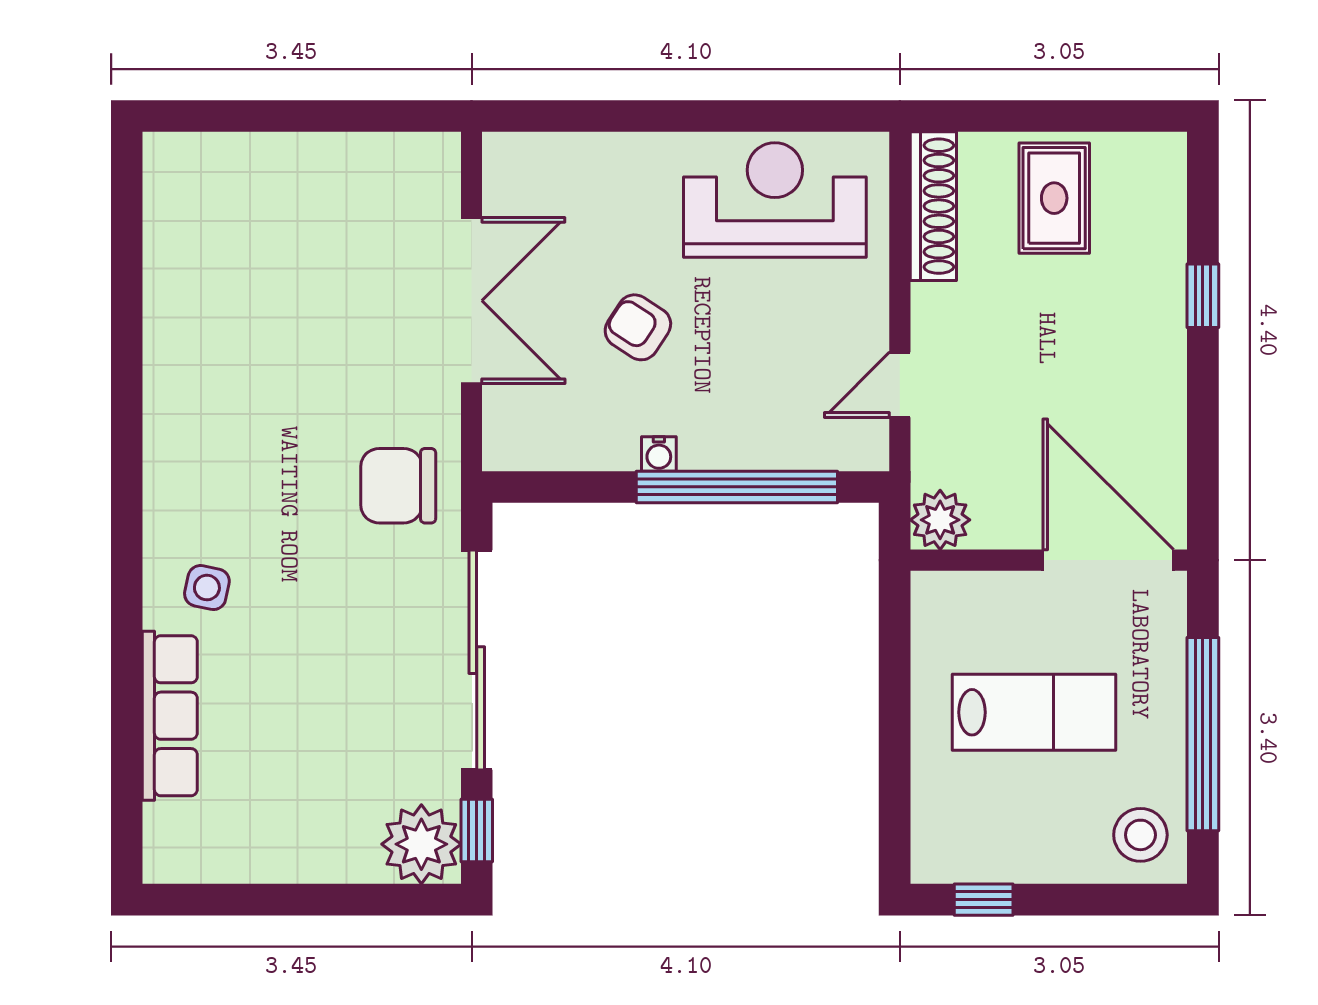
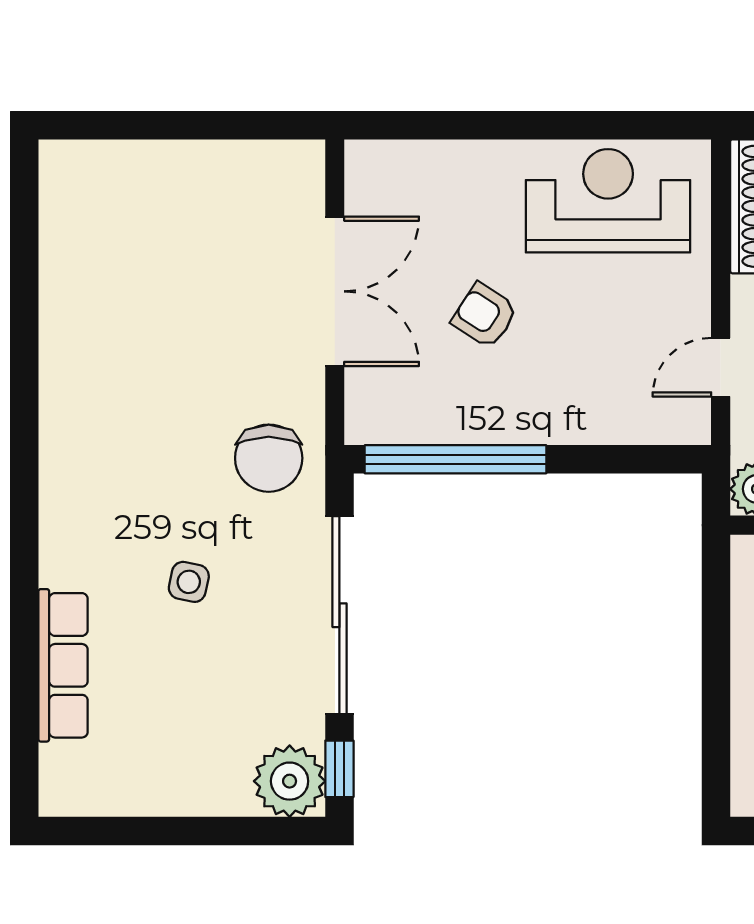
water cooler: (659, 454) -> (504, 430), removed
chair: (398, 486) -> (269, 458), turned -90
window: (737, 487) -> (455, 459), moved
side table: (207, 588) -> (189, 582), moved

